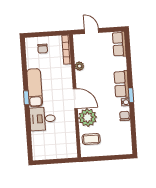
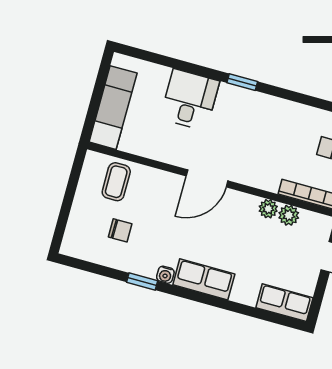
exam couch: (35, 88) -> (113, 108), moved, turned -90
window: (131, 95) -> (142, 281), moved
chair: (125, 116) -> (120, 230), moved
plant: (88, 117) -> (289, 215), moved, width x0.53, depth x0.53

